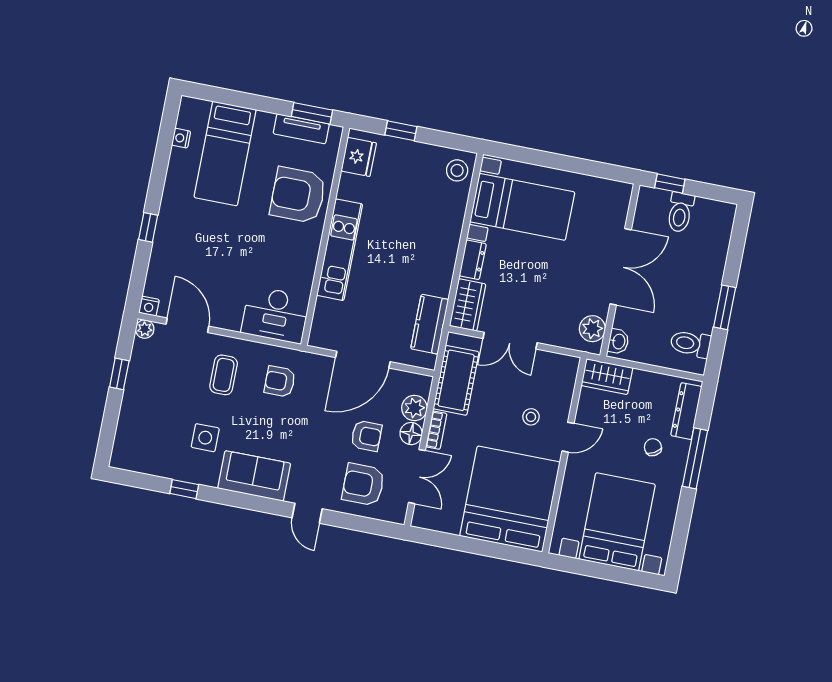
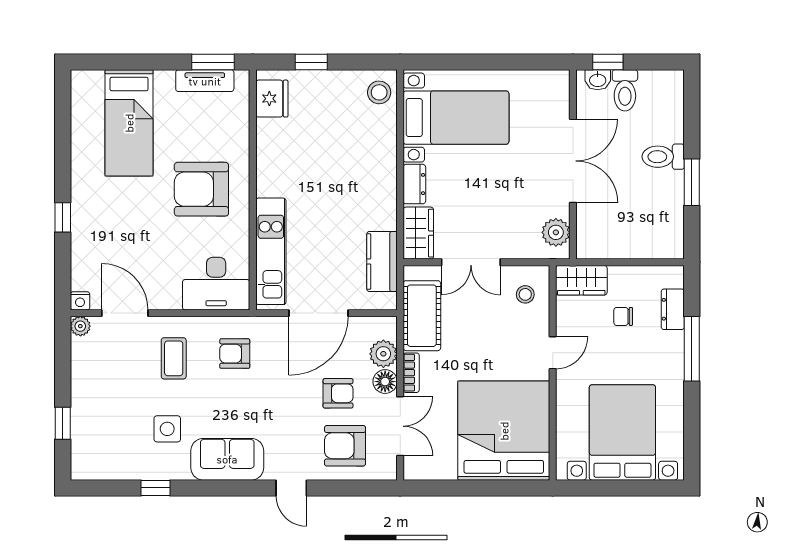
nightstand: (181, 138) -> (79, 116), removed
armchair: (298, 195) -> (201, 189), moved
kitchen unit: (340, 250) -> (271, 251), moved
washbasin: (618, 341) -> (598, 80), moved, turned 90
toilet: (690, 344) -> (663, 157), moved
window: (119, 374) -> (63, 423), moved
dresser: (686, 411) -> (673, 309), width x0.70
stool: (531, 417) -> (525, 294), moved
chair: (653, 447) -> (623, 316), moved, turned -60

